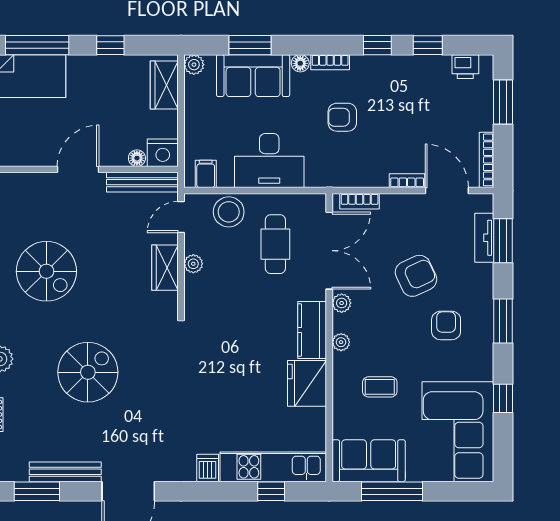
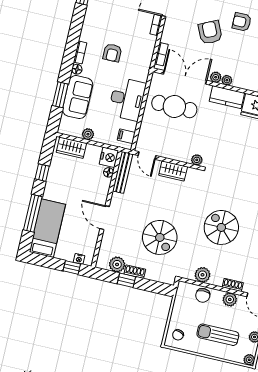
window: (377, 45) -> (77, 24), removed
plant: (194, 65) -> (88, 134), moved
door: (78, 169) -> (105, 218), moved
stool: (229, 212) -> (150, 128), removed
cafe table: (275, 244) -> (174, 106), width x1.37, depth x1.35
plant: (193, 264) -> (197, 160), moved
spiral stairs: (46, 271) -> (160, 237), turned 90
plant: (341, 342) -> (227, 80), moved

